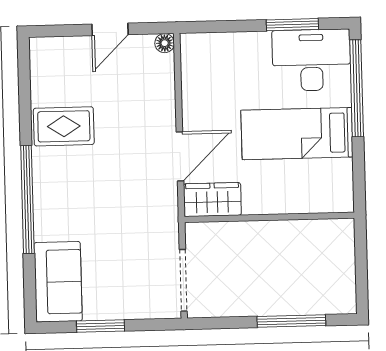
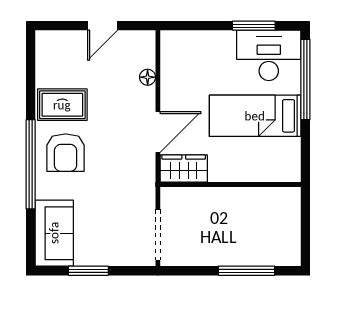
floor lamp: (165, 43) -> (148, 77), moved
armchair: (69, 184) -> (66, 153), added

